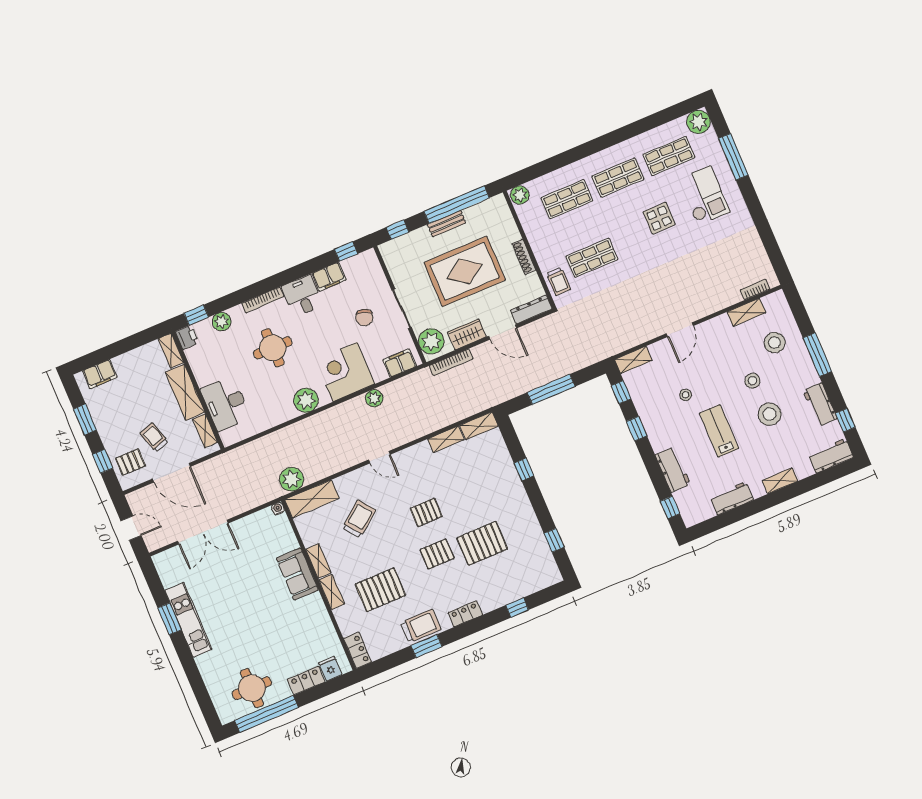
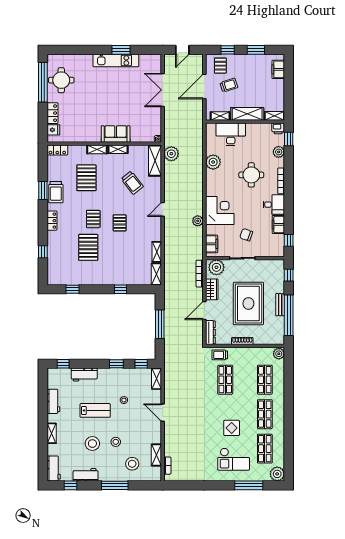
plant: (306, 400) -> (213, 162), moved

